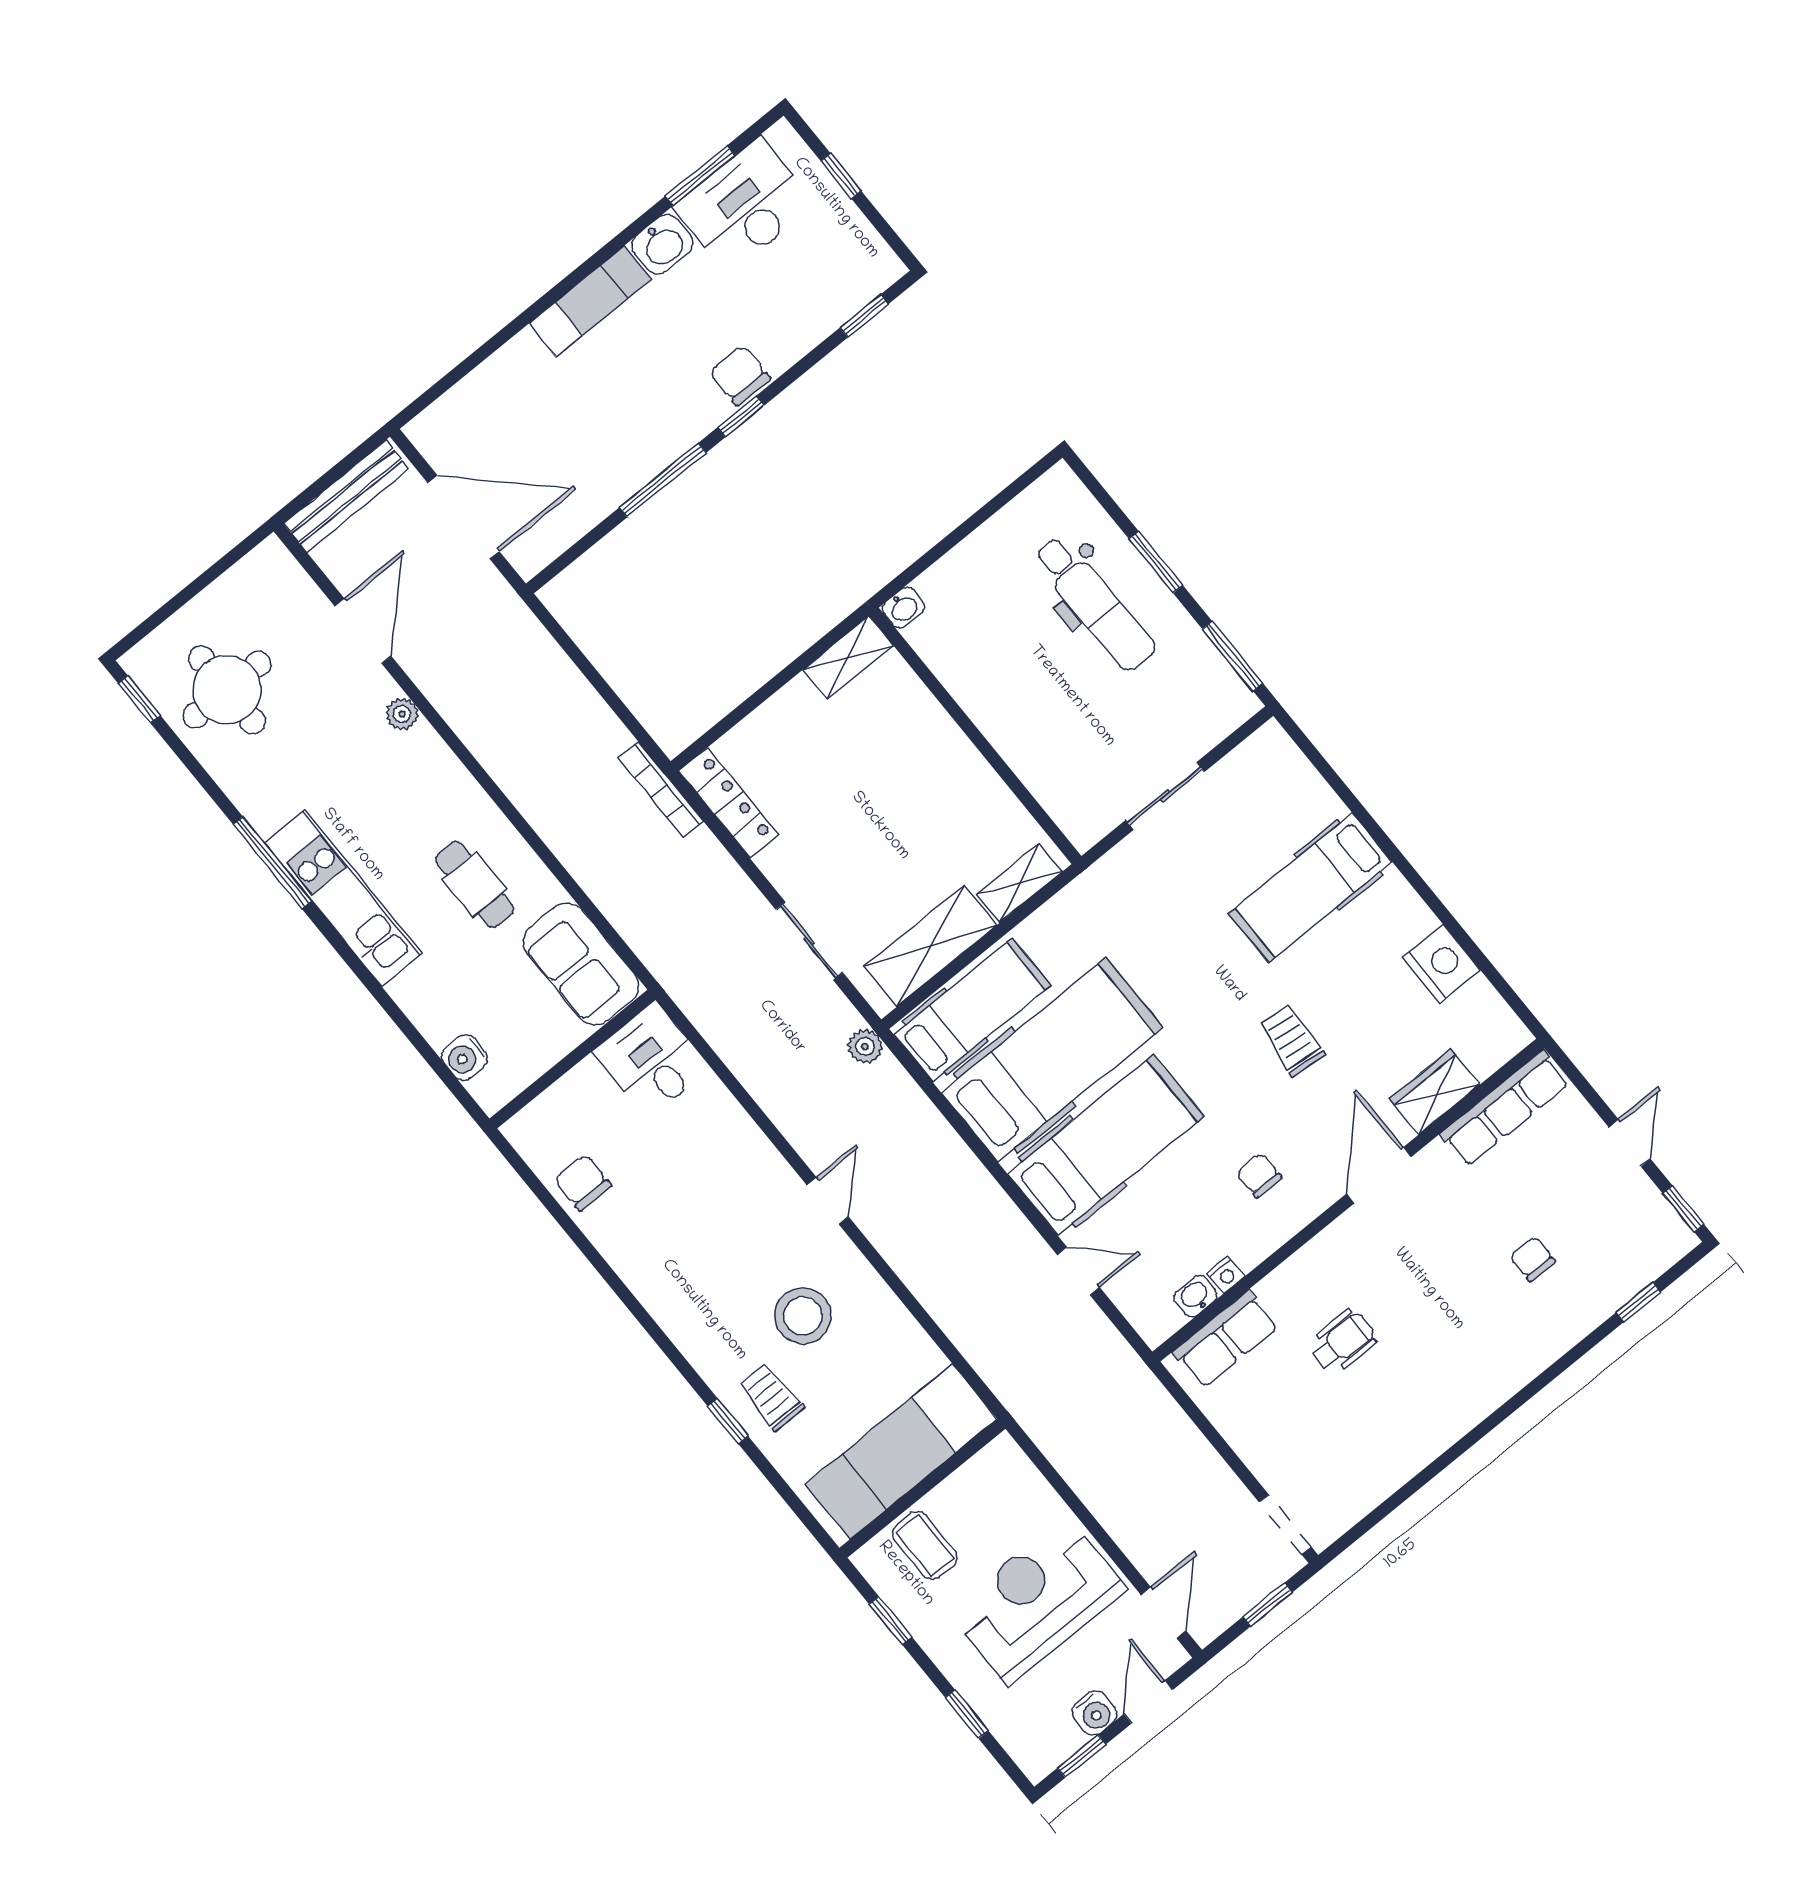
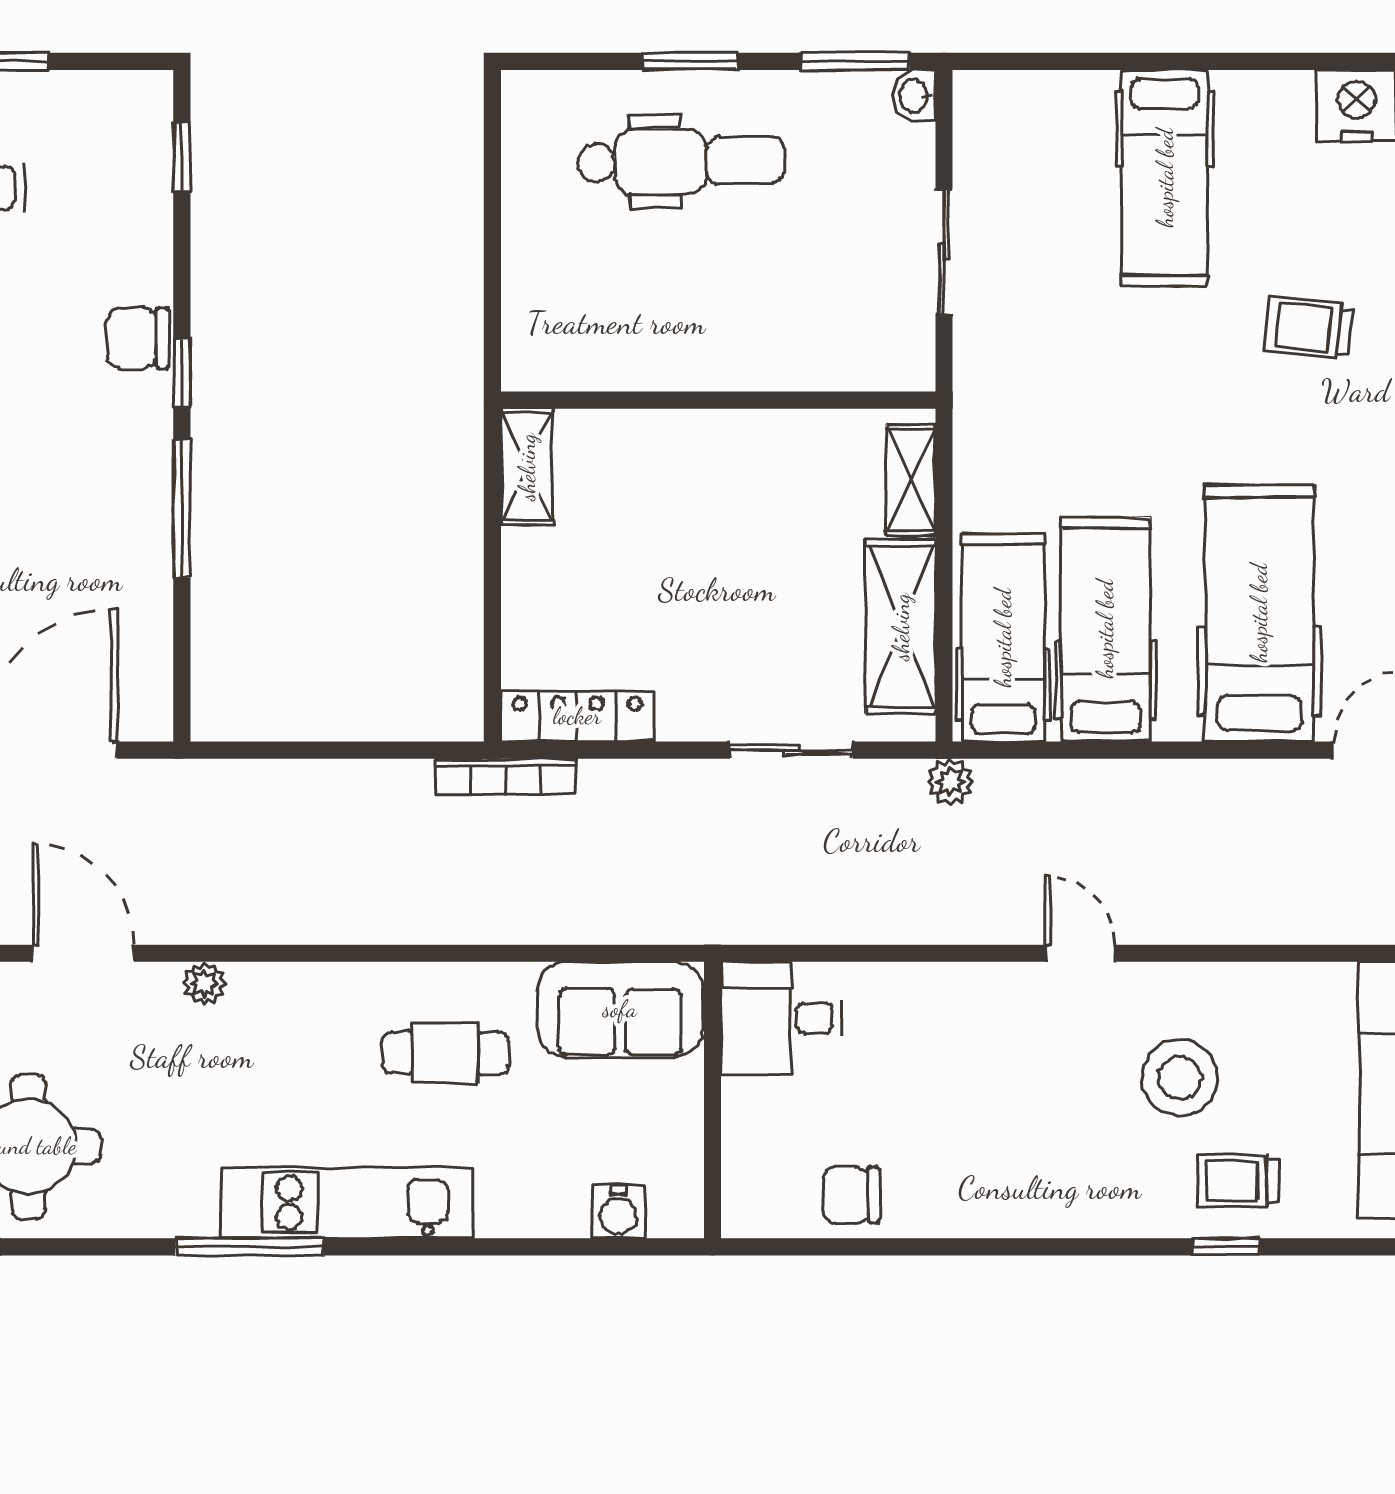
washbasin: (903, 608) -> (915, 96), moved, turned 180
hospital bed: (1052, 1060) -> (1105, 629), width x0.73, depth x0.78

